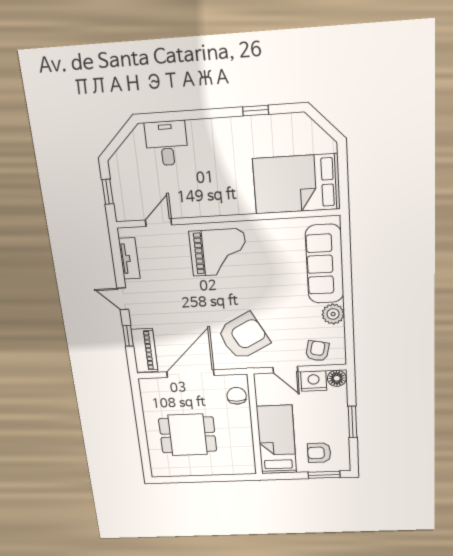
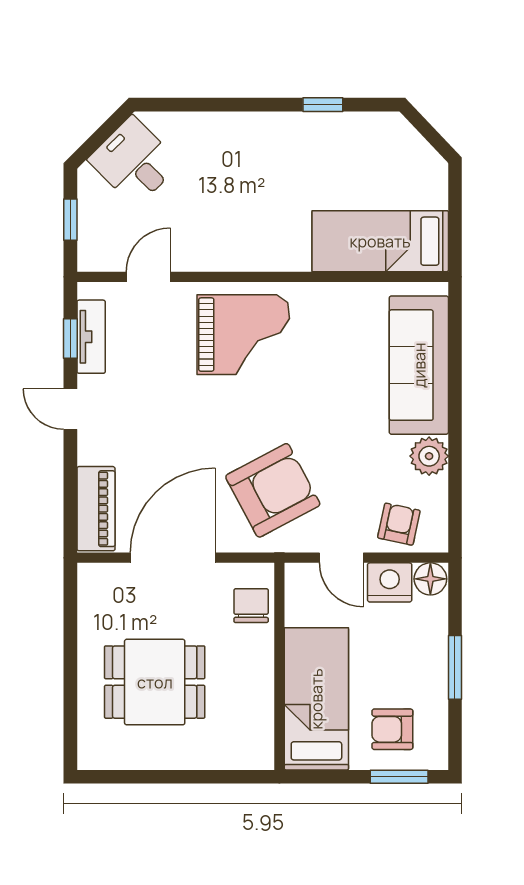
desk: (167, 143) -> (134, 161), moved, turned -45
bed: (297, 184) -> (380, 241), width x0.67
window: (128, 336) -> (70, 338), moved

